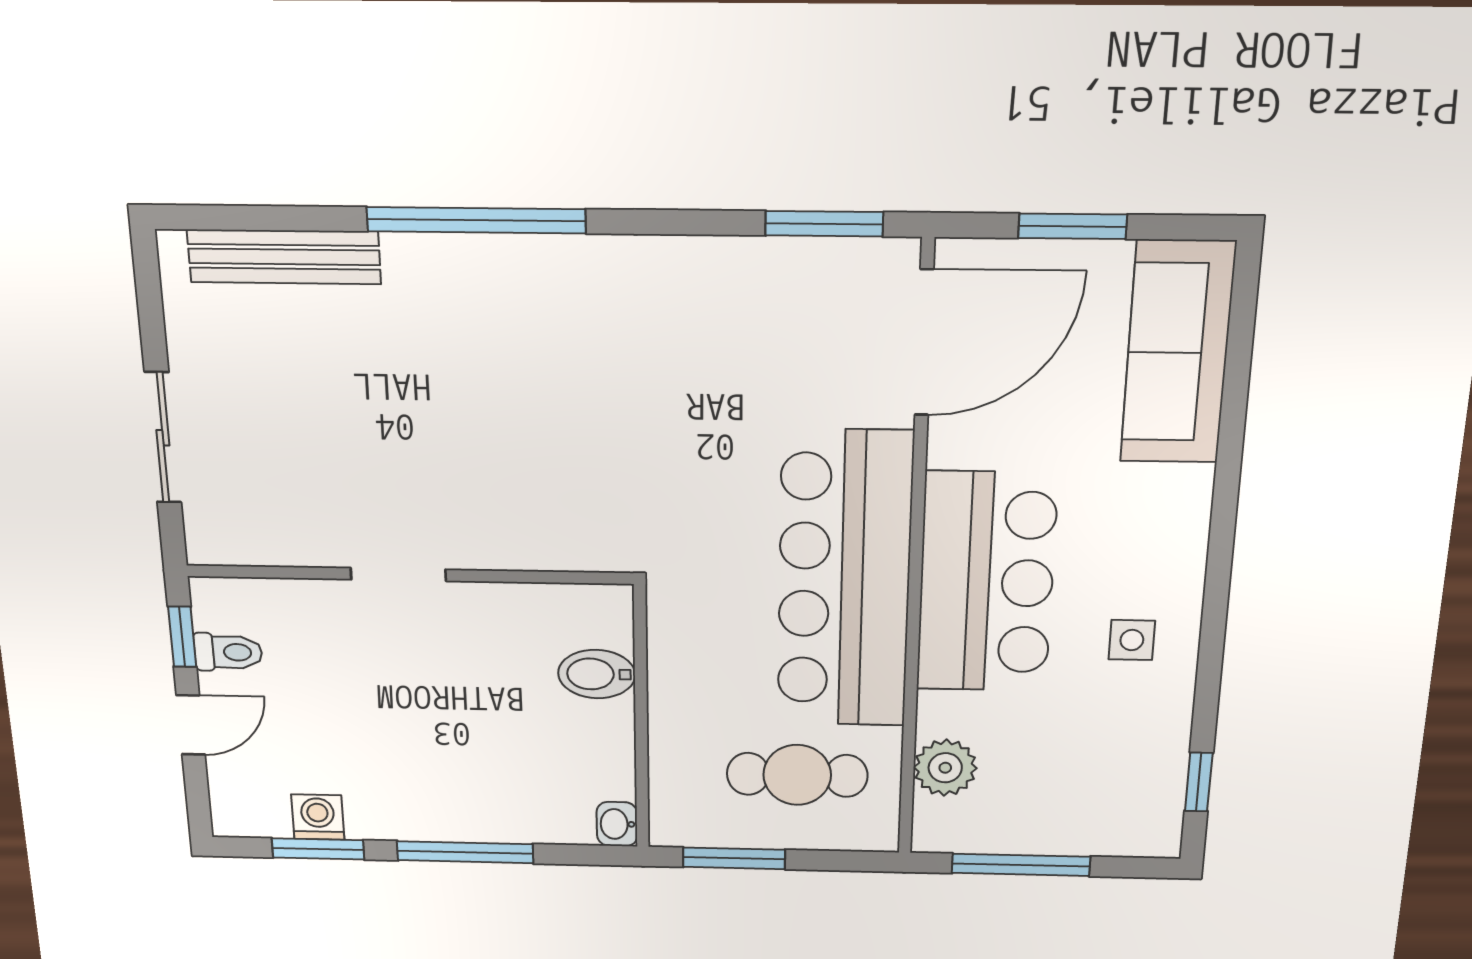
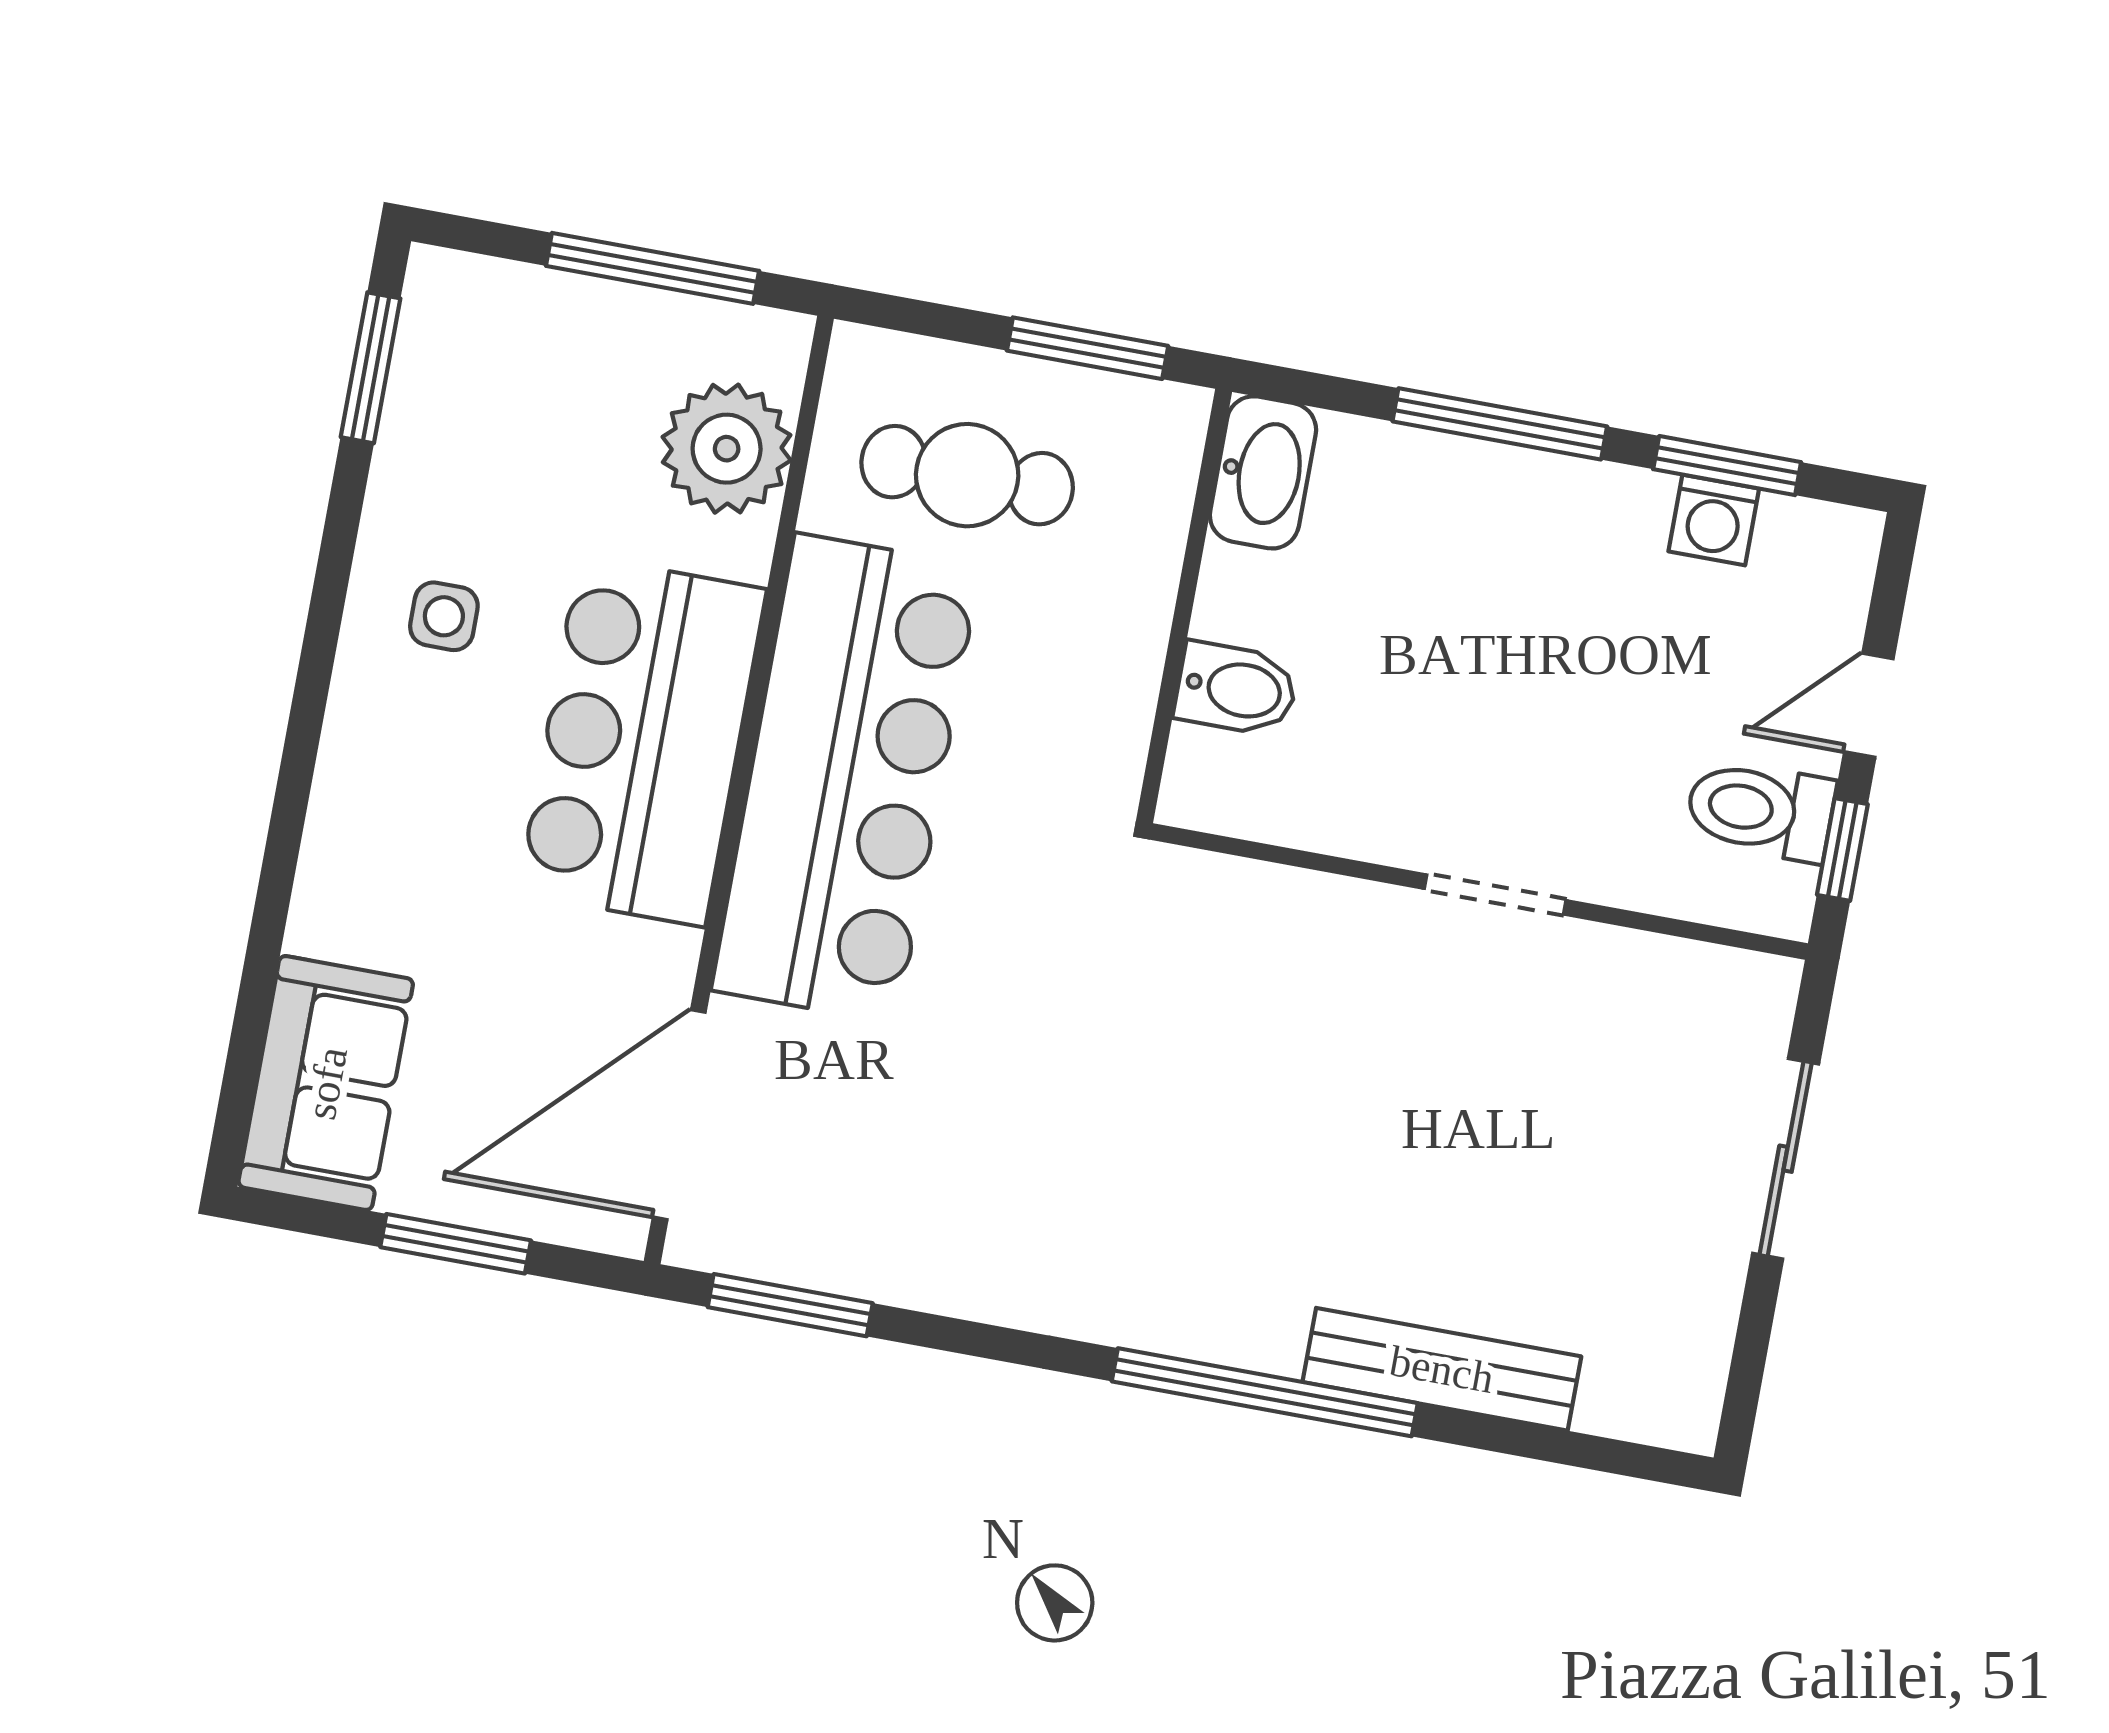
bench: (284, 257) -> (1442, 1369), moved
sofa: (1177, 353) -> (326, 1083), width x0.73
toilet: (228, 652) -> (1760, 810), width x1.37, depth x1.39
plant: (945, 768) -> (727, 449), width x1.36, depth x1.36
window: (1199, 782) -> (371, 368), width x1.50
washbasin: (617, 824) -> (1263, 472), width x1.91, depth x1.45

